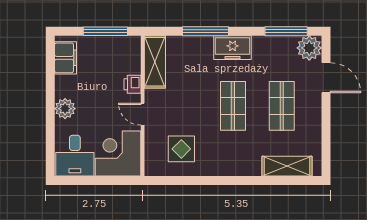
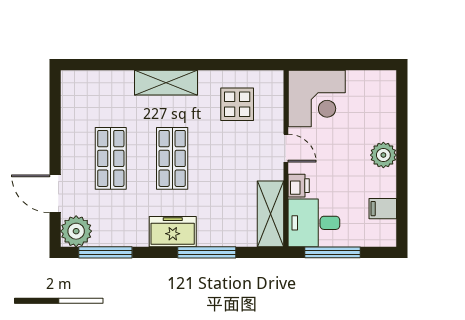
filing cabinet: (66, 58) -> (383, 209), width x0.50
desk: (75, 156) -> (314, 223), moved, turned -90
shelving: (287, 166) -> (166, 83), moved

